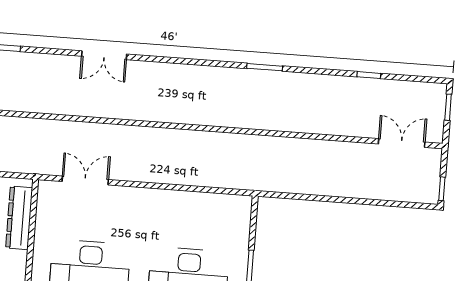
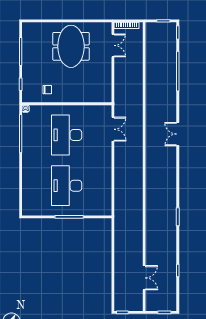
double door: (402, 143) -> (144, 278), moved
dresser: (19, 218) -> (91, 97), removed

